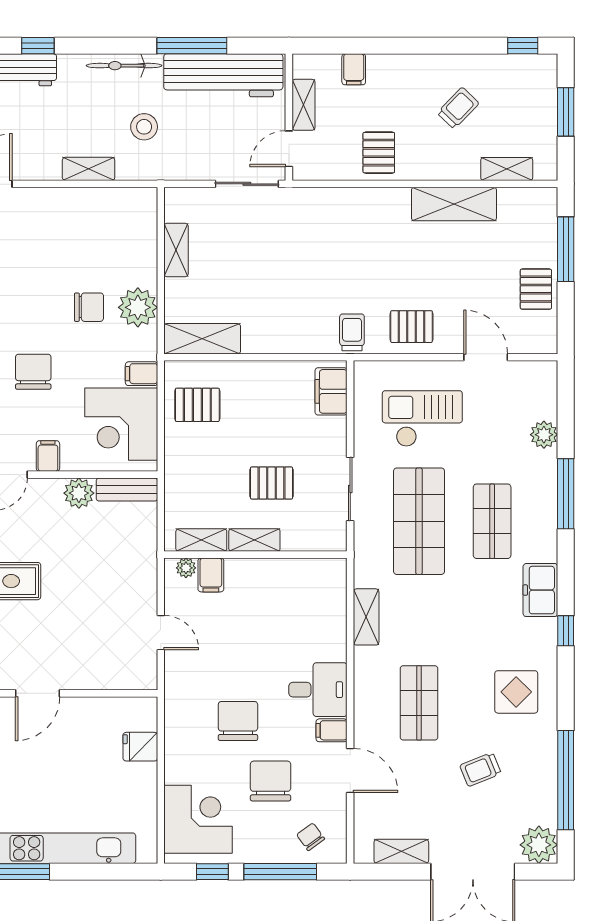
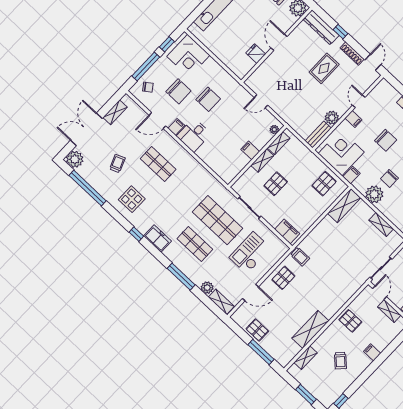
filing cabinet: (354, 69) -> (372, 352), moved
checkout: (422, 419) -> (250, 253), turned 180
filing cabinet: (211, 575) -> (250, 150), moved
shelving: (366, 617) -> (221, 302), moved
fridge: (140, 747) -> (256, 54), moved, turned -90

